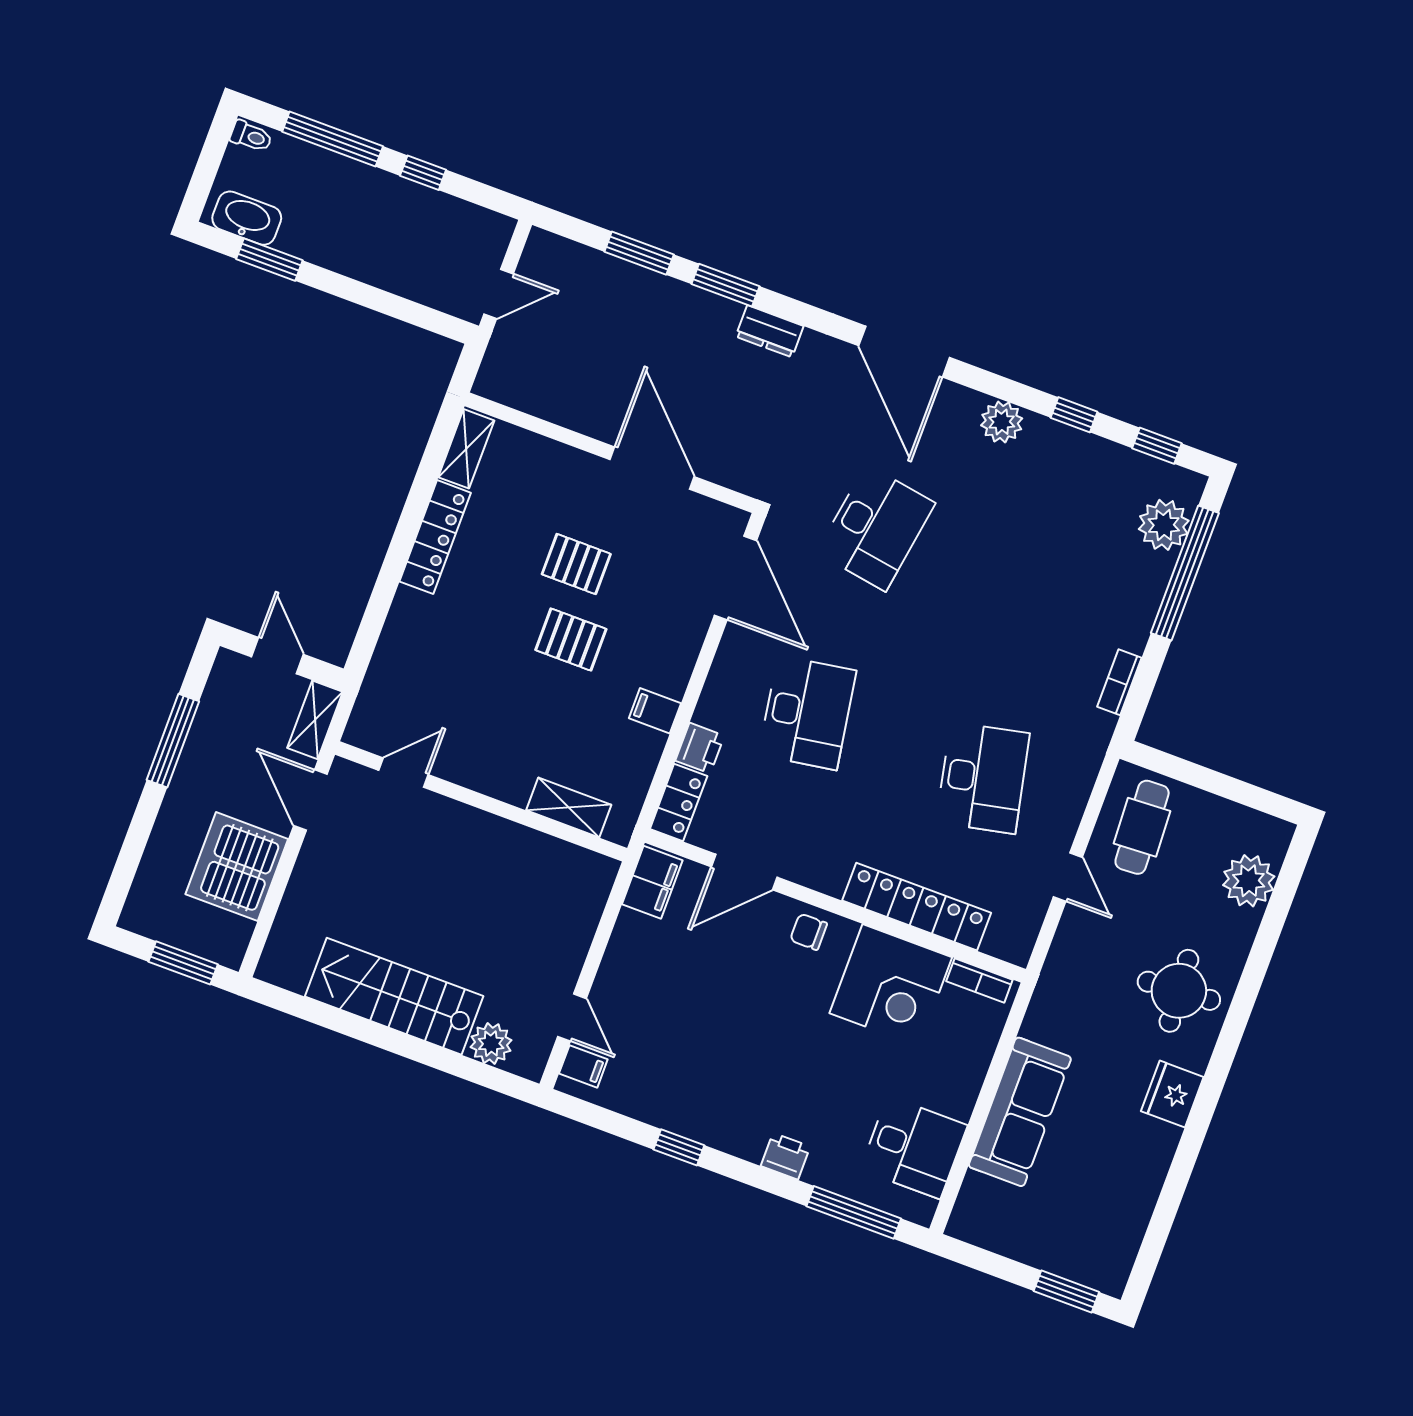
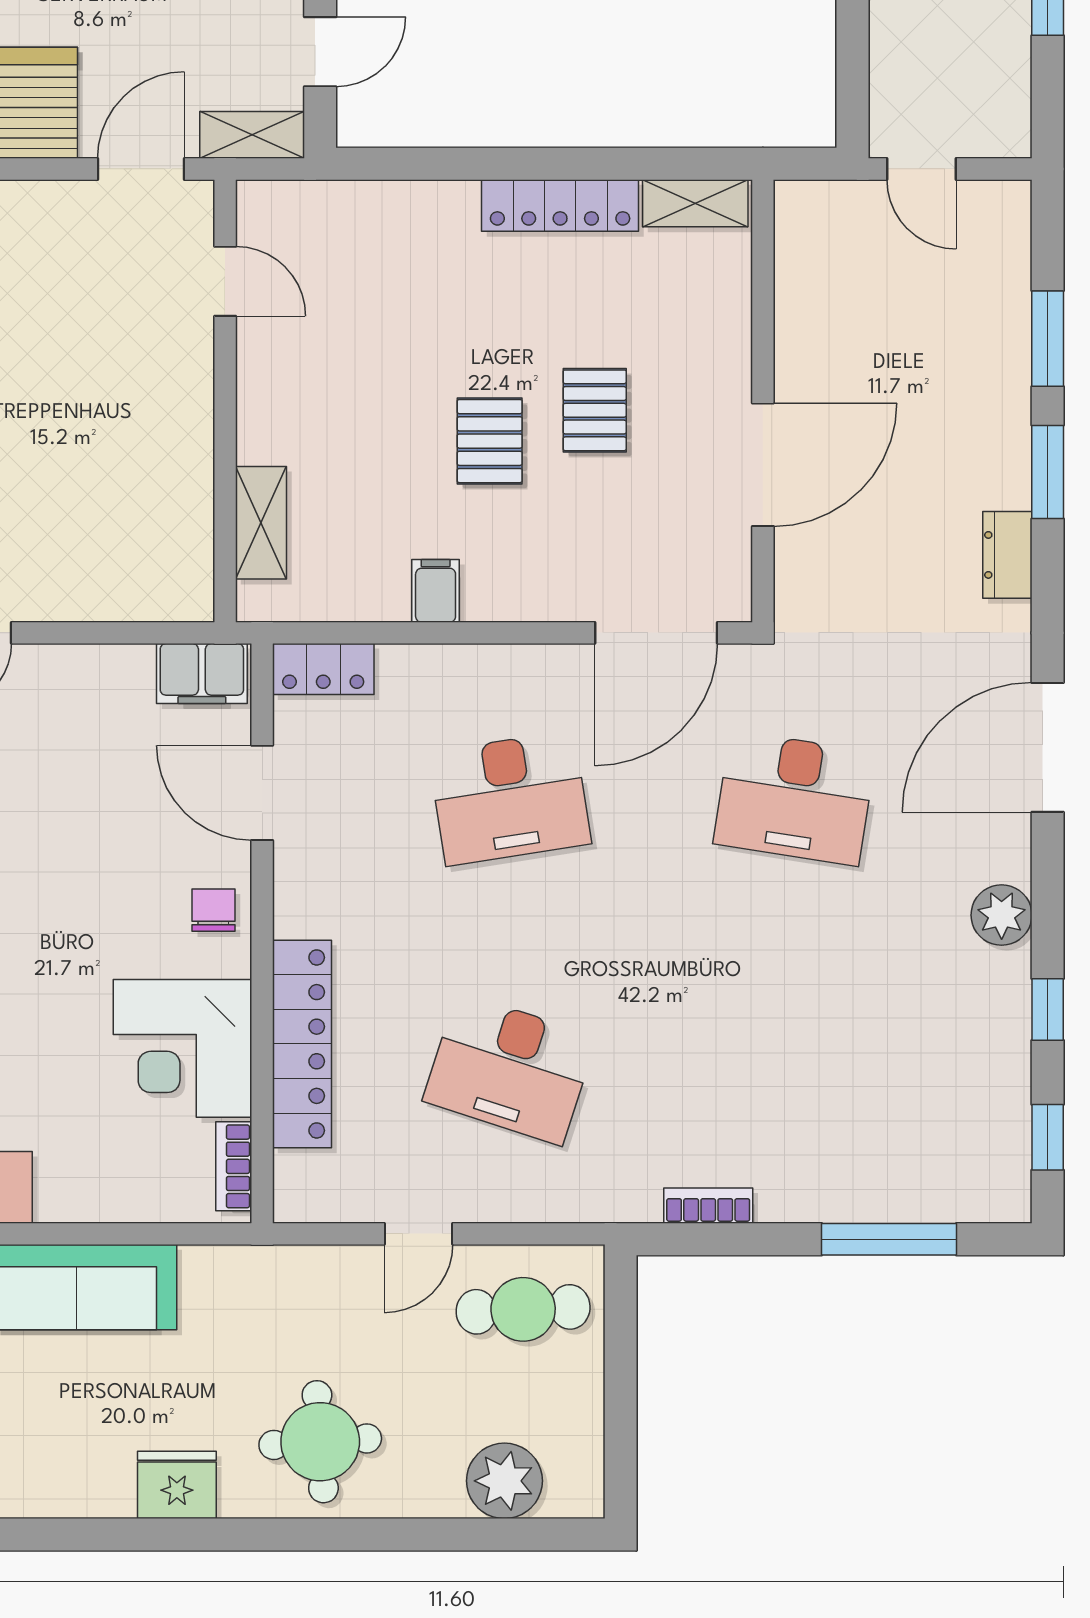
plant: (1164, 525) -> (944, 1186), removed
window: (1185, 573) -> (889, 1239), width x0.68
printer: (700, 748) -> (408, 670), removed
desk: (983, 778) -> (510, 1069), turned 30

